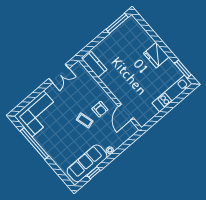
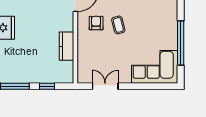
window: (96, 41) -> (47, 86), added
kitchen counter: (95, 64) -> (66, 46), moved

